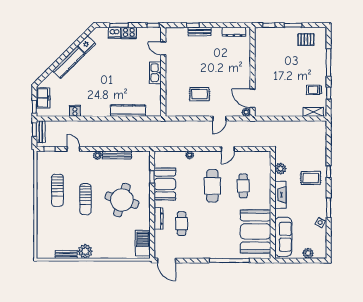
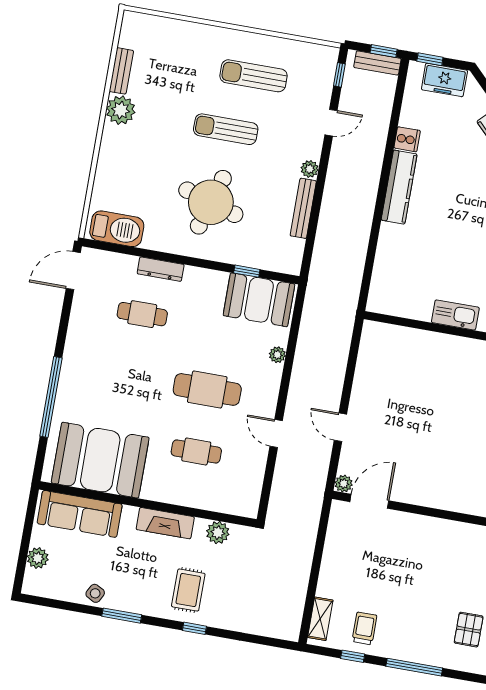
rug: (200, 94) -> (397, 396), removed
kitchen counter: (128, 111) -> (399, 187), moved
booth: (165, 184) -> (259, 300), moved

